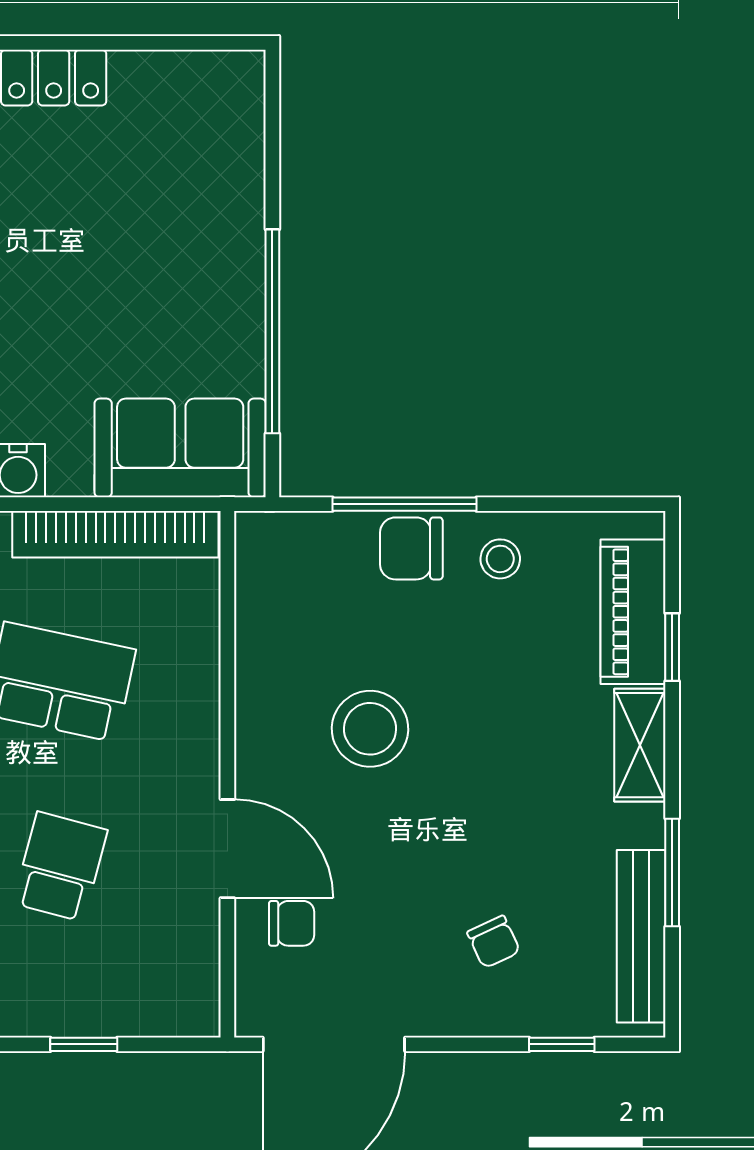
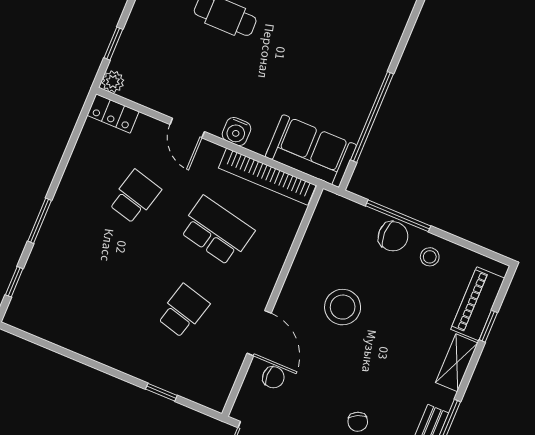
chair: (411, 548) -> (393, 236), turned 180

